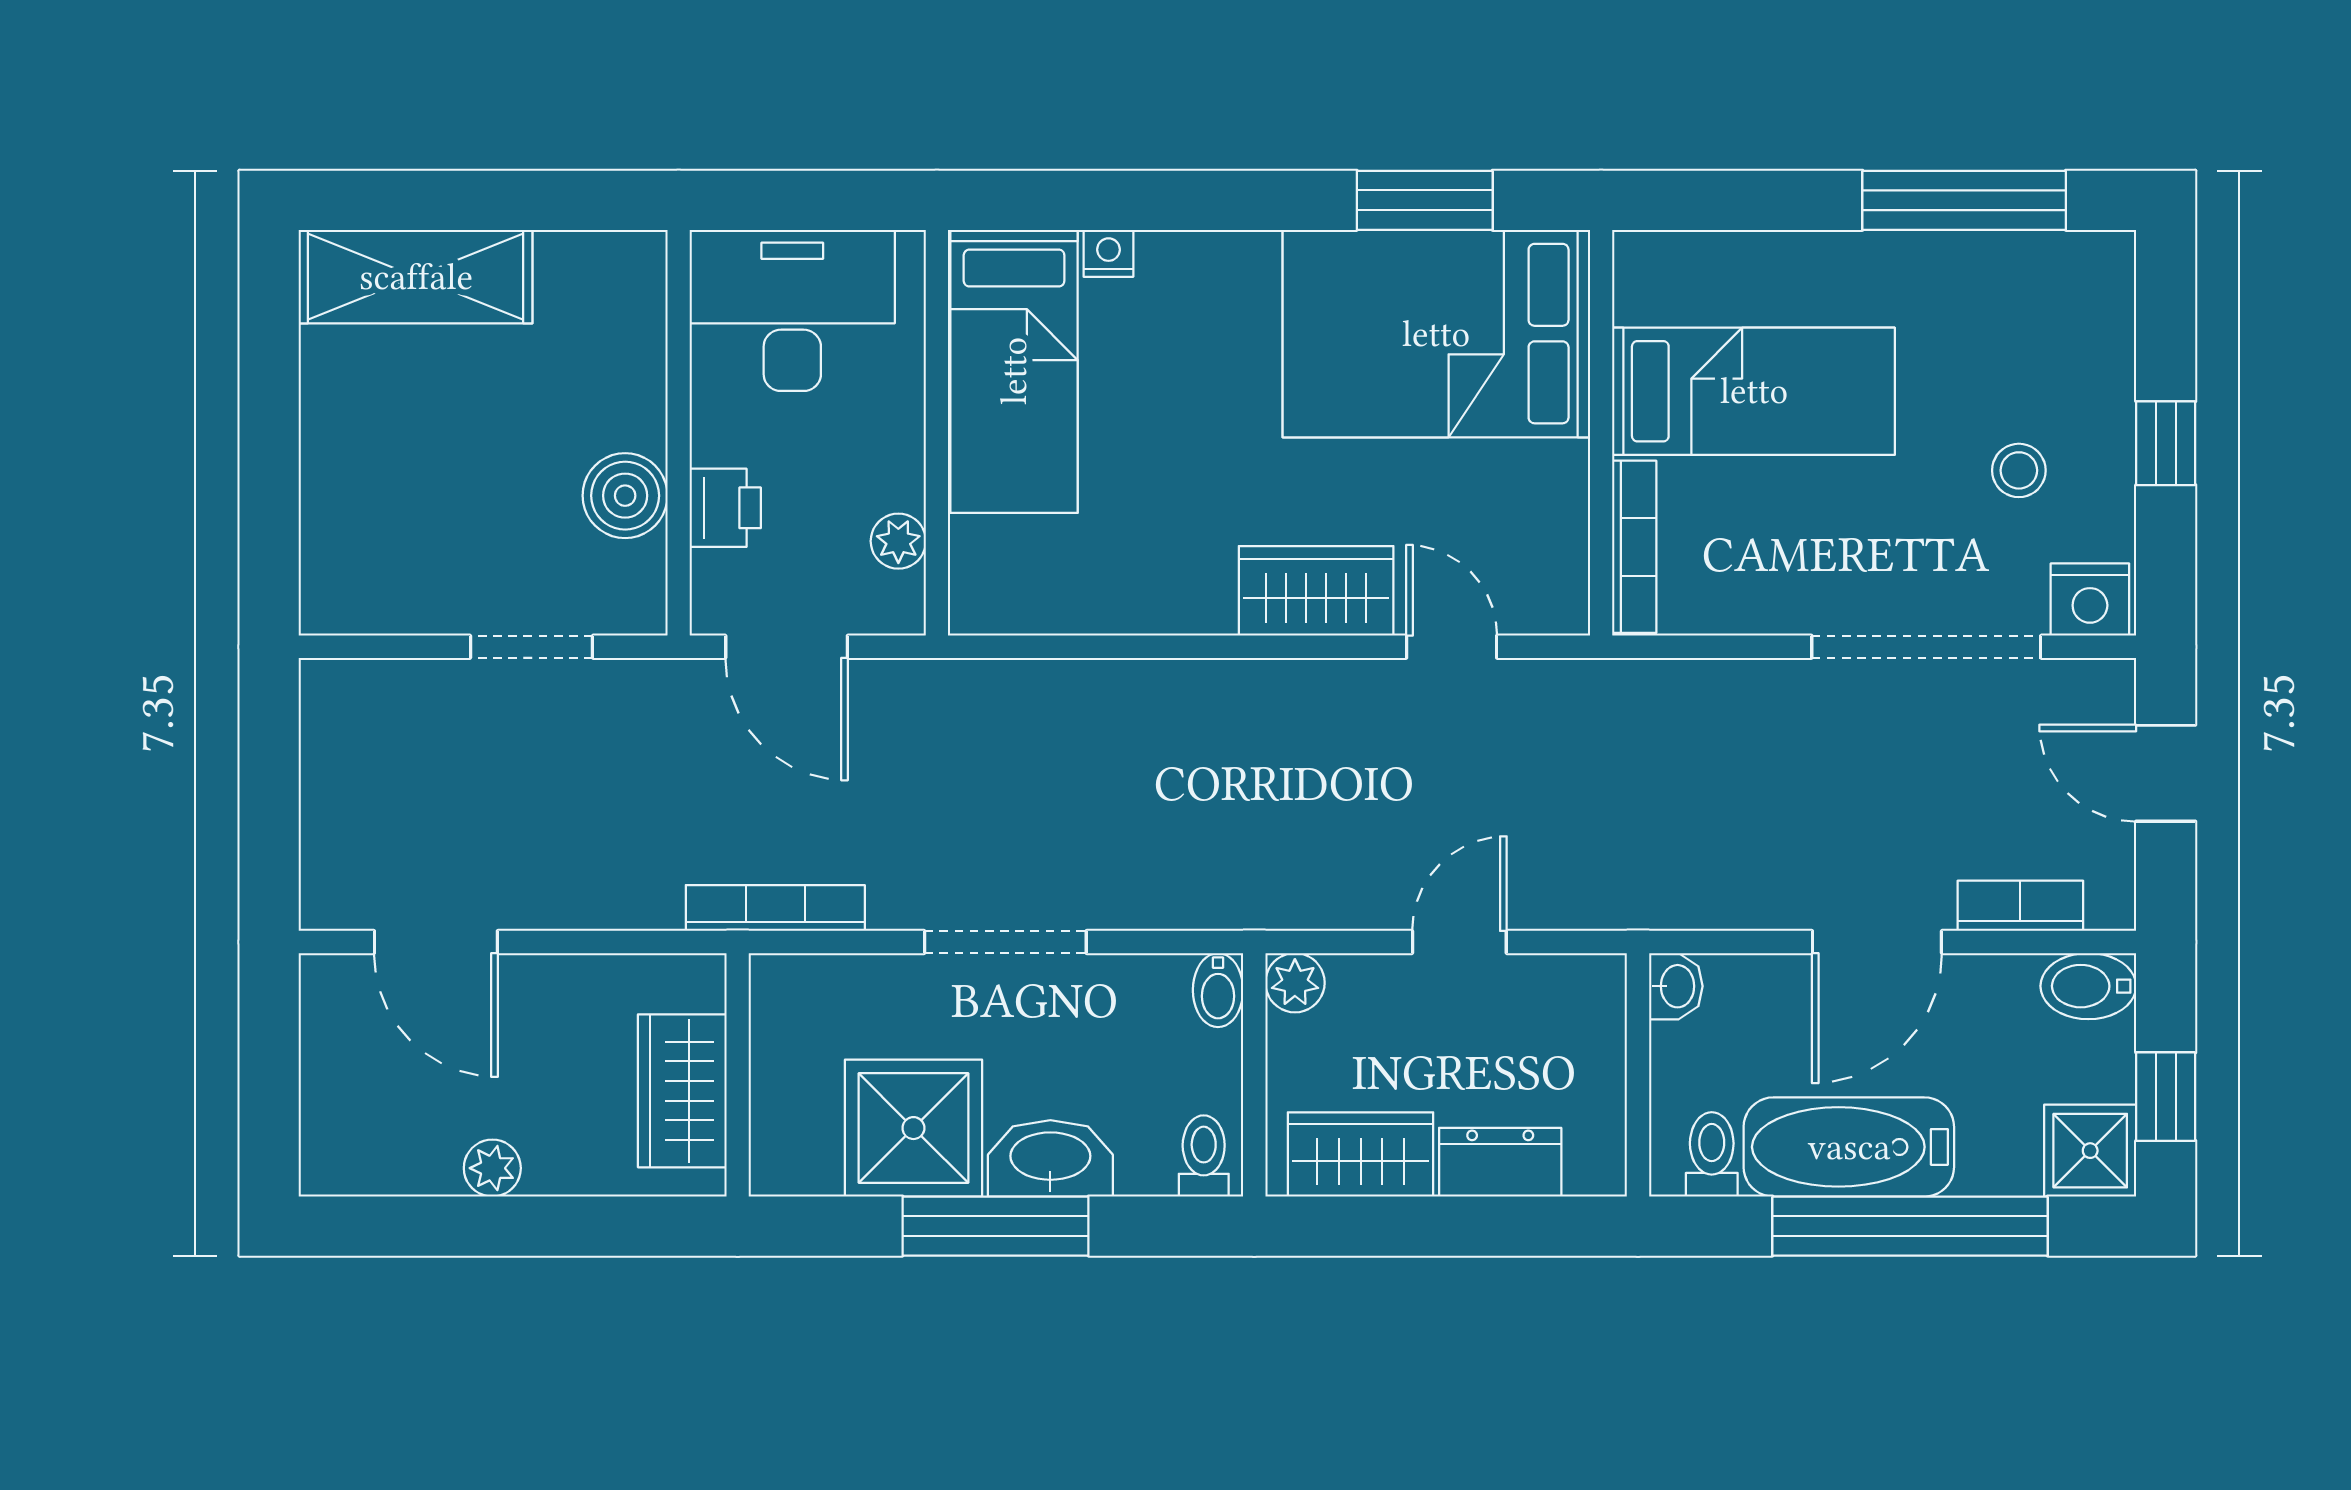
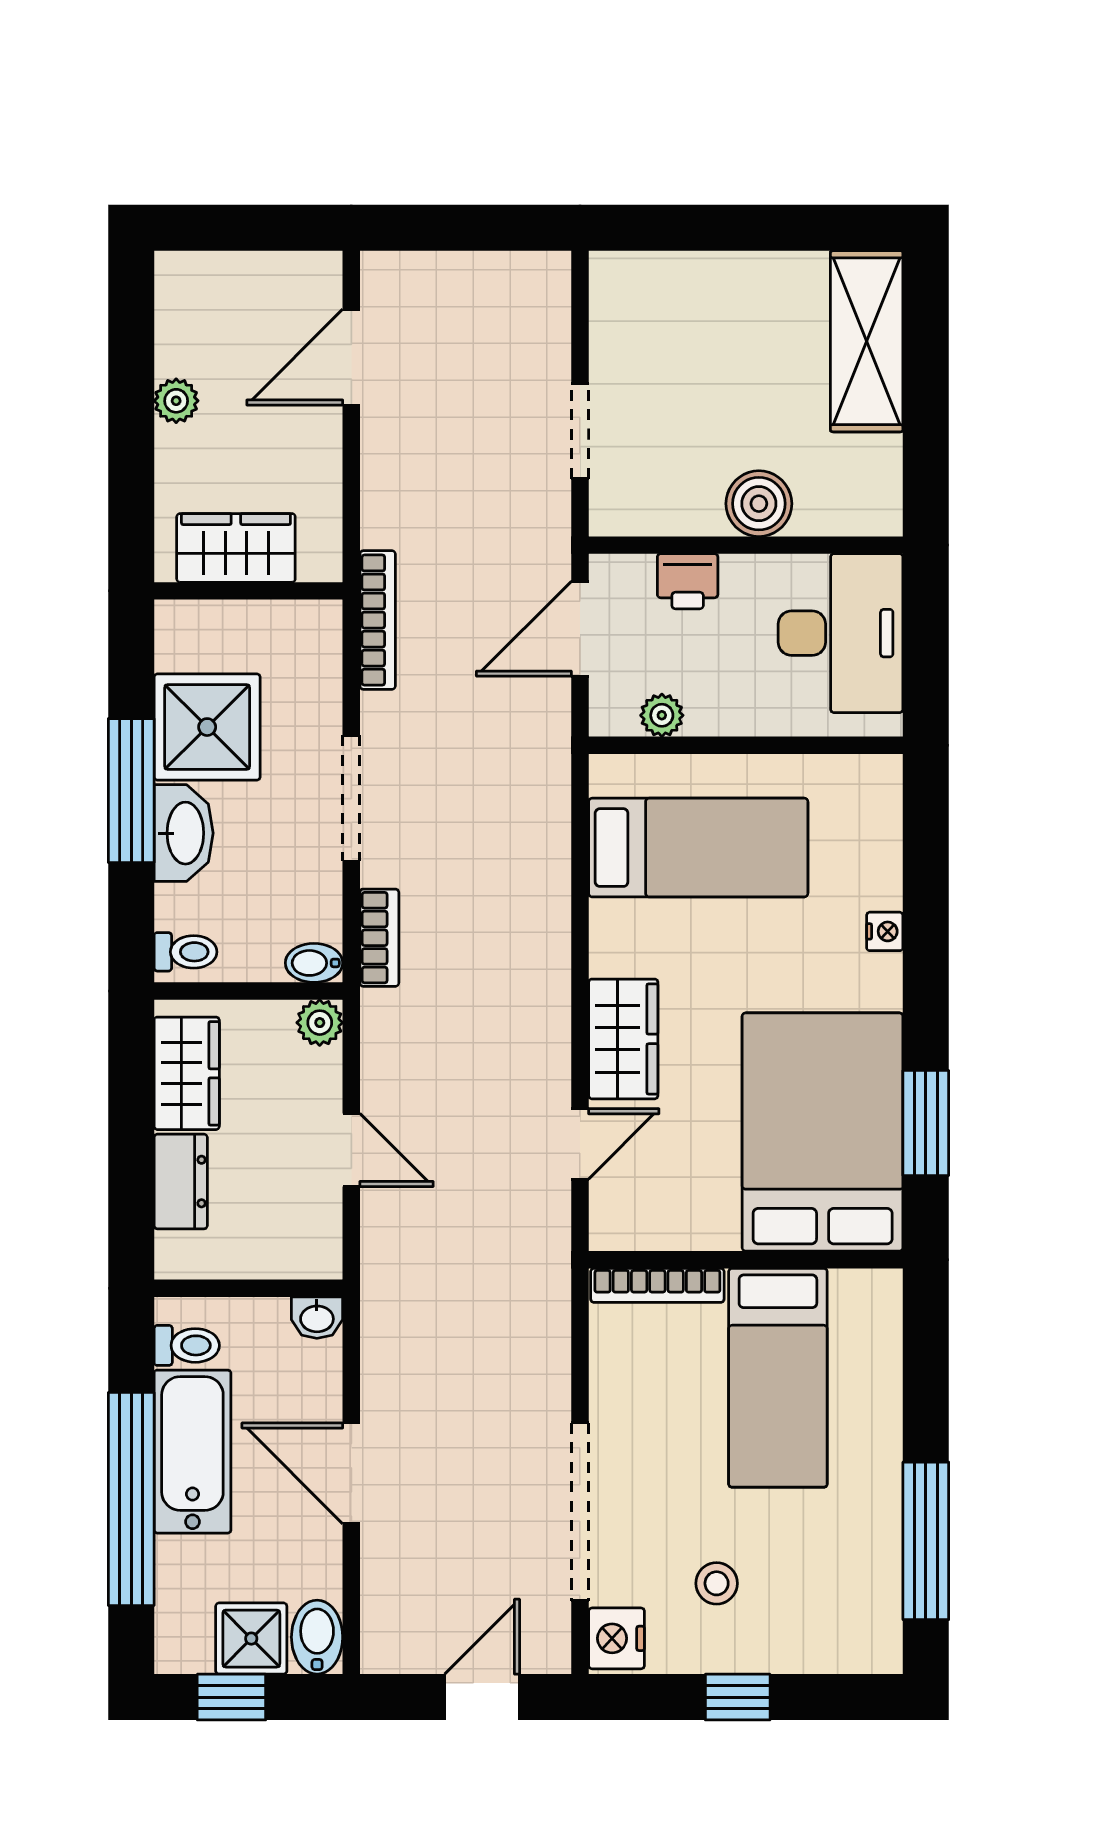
nightstand: (1108, 253) -> (885, 931), moved
bed: (1014, 371) -> (698, 848), moved, turned 180
boiler: (625, 496) -> (759, 504), moved
bookcase: (2020, 906) -> (379, 938), moved
shower: (2090, 1151) -> (251, 1639), moved

